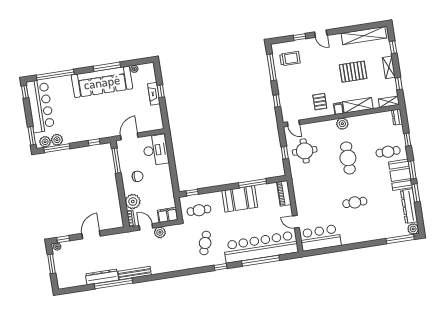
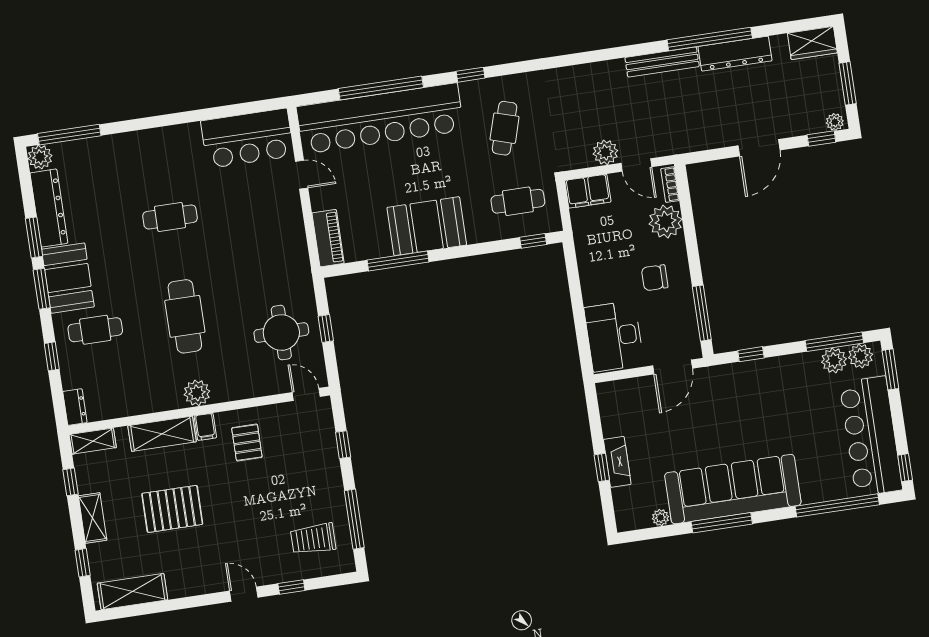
shelving: (364, 36) -> (132, 592), width x0.68
wardrobe: (67, 282) -> (812, 43), added

